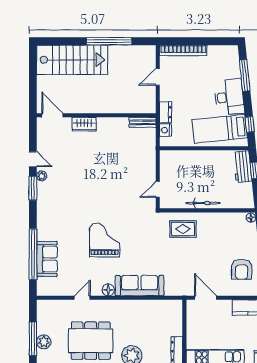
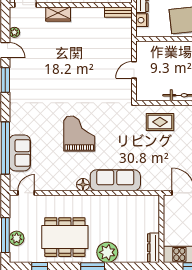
plant: (42, 176) -> (14, 32), moved
door: (158, 189) -> (134, 70), moved
door: (82, 298) -> (26, 193), moved

